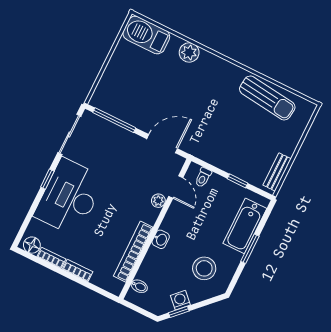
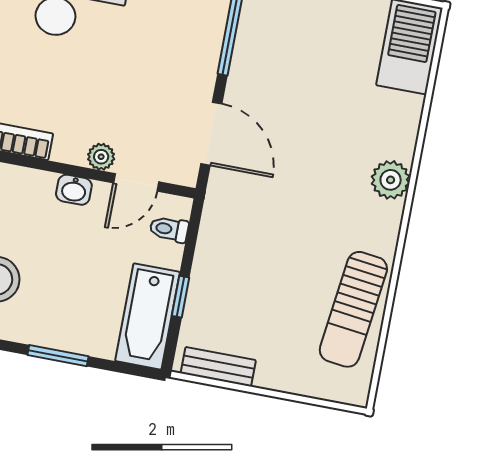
plant: (189, 52) -> (391, 180), moved
bathtub: (245, 226) -> (147, 316), moved, turned -90
washbasin: (161, 239) -> (74, 190), moved

